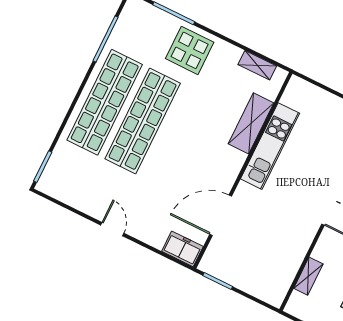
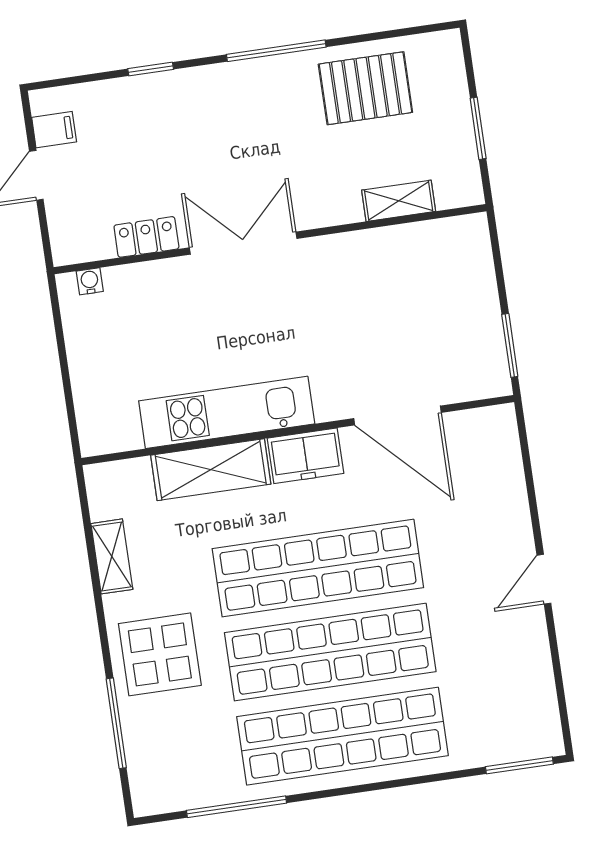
shelving: (257, 65) -> (112, 556), moved
shop shelf: (180, 140) -> (318, 568), added
freezer: (182, 249) -> (305, 456), moved, turned -90

